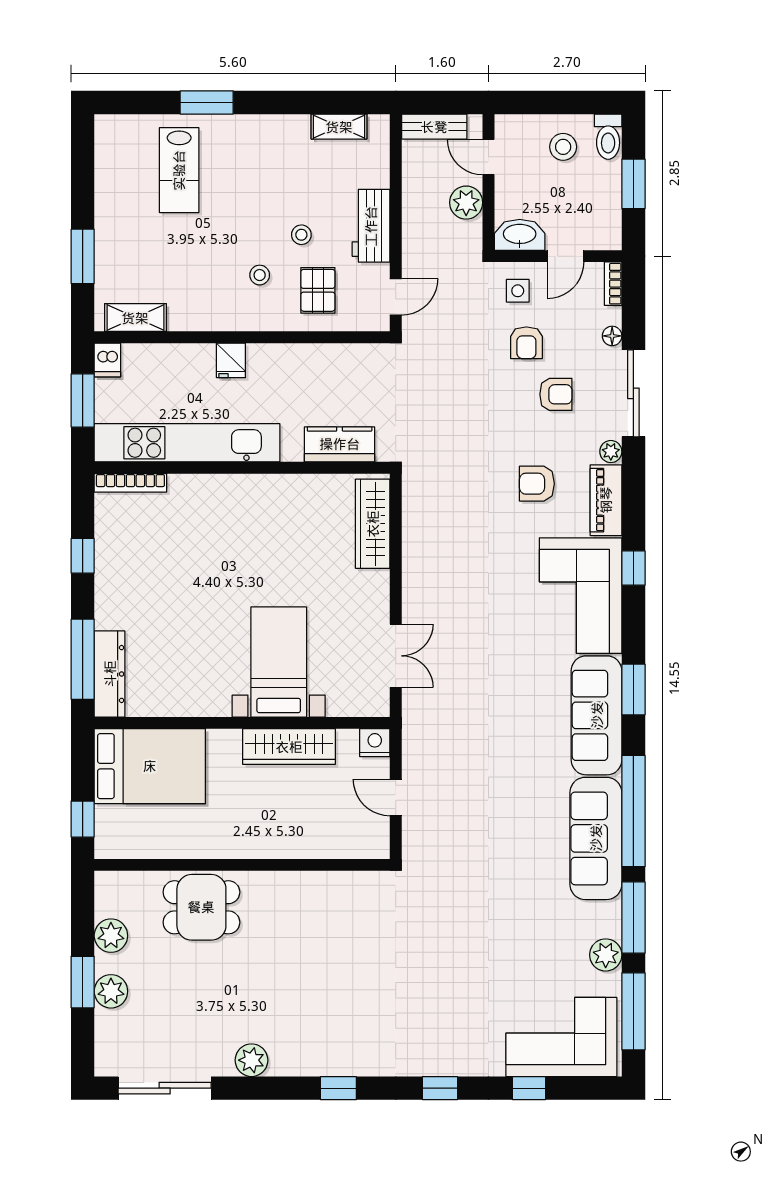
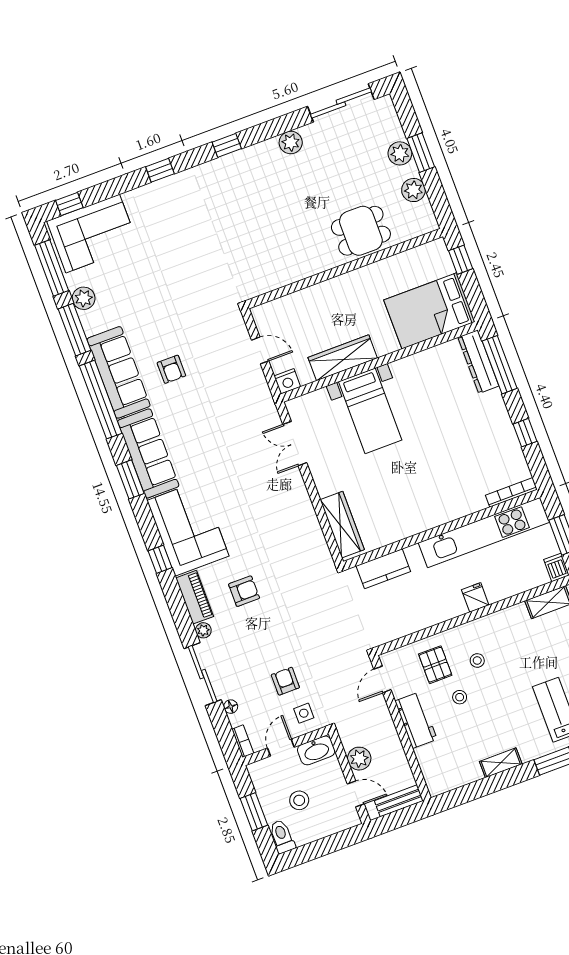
shelving: (339, 127) -> (501, 763), moved
stool: (563, 147) -> (299, 800), moved
armchair: (556, 394) -> (171, 369), moved, turned -90
window: (529, 1088) -> (69, 204), moved

